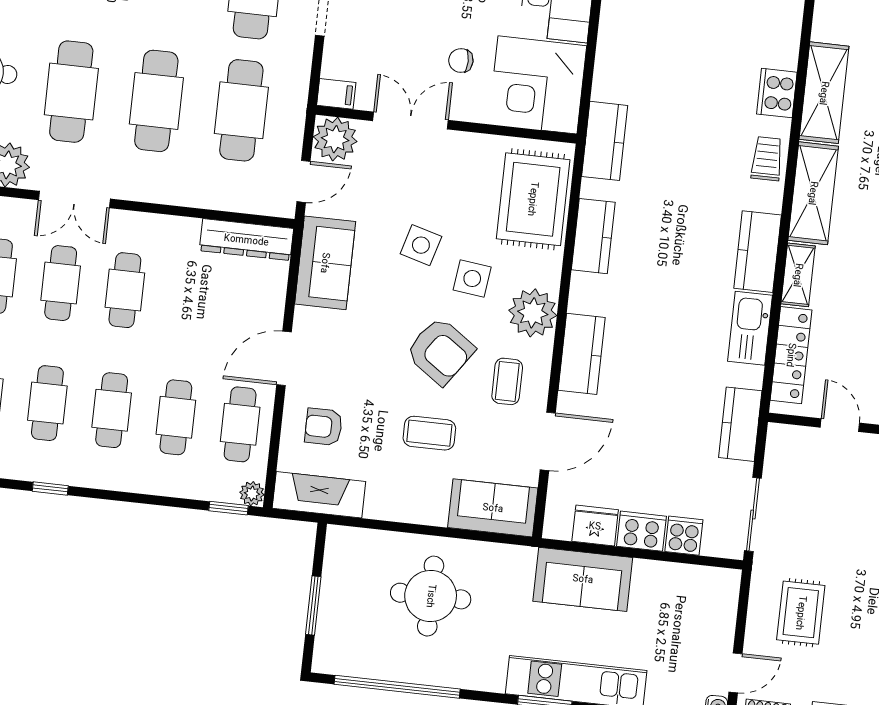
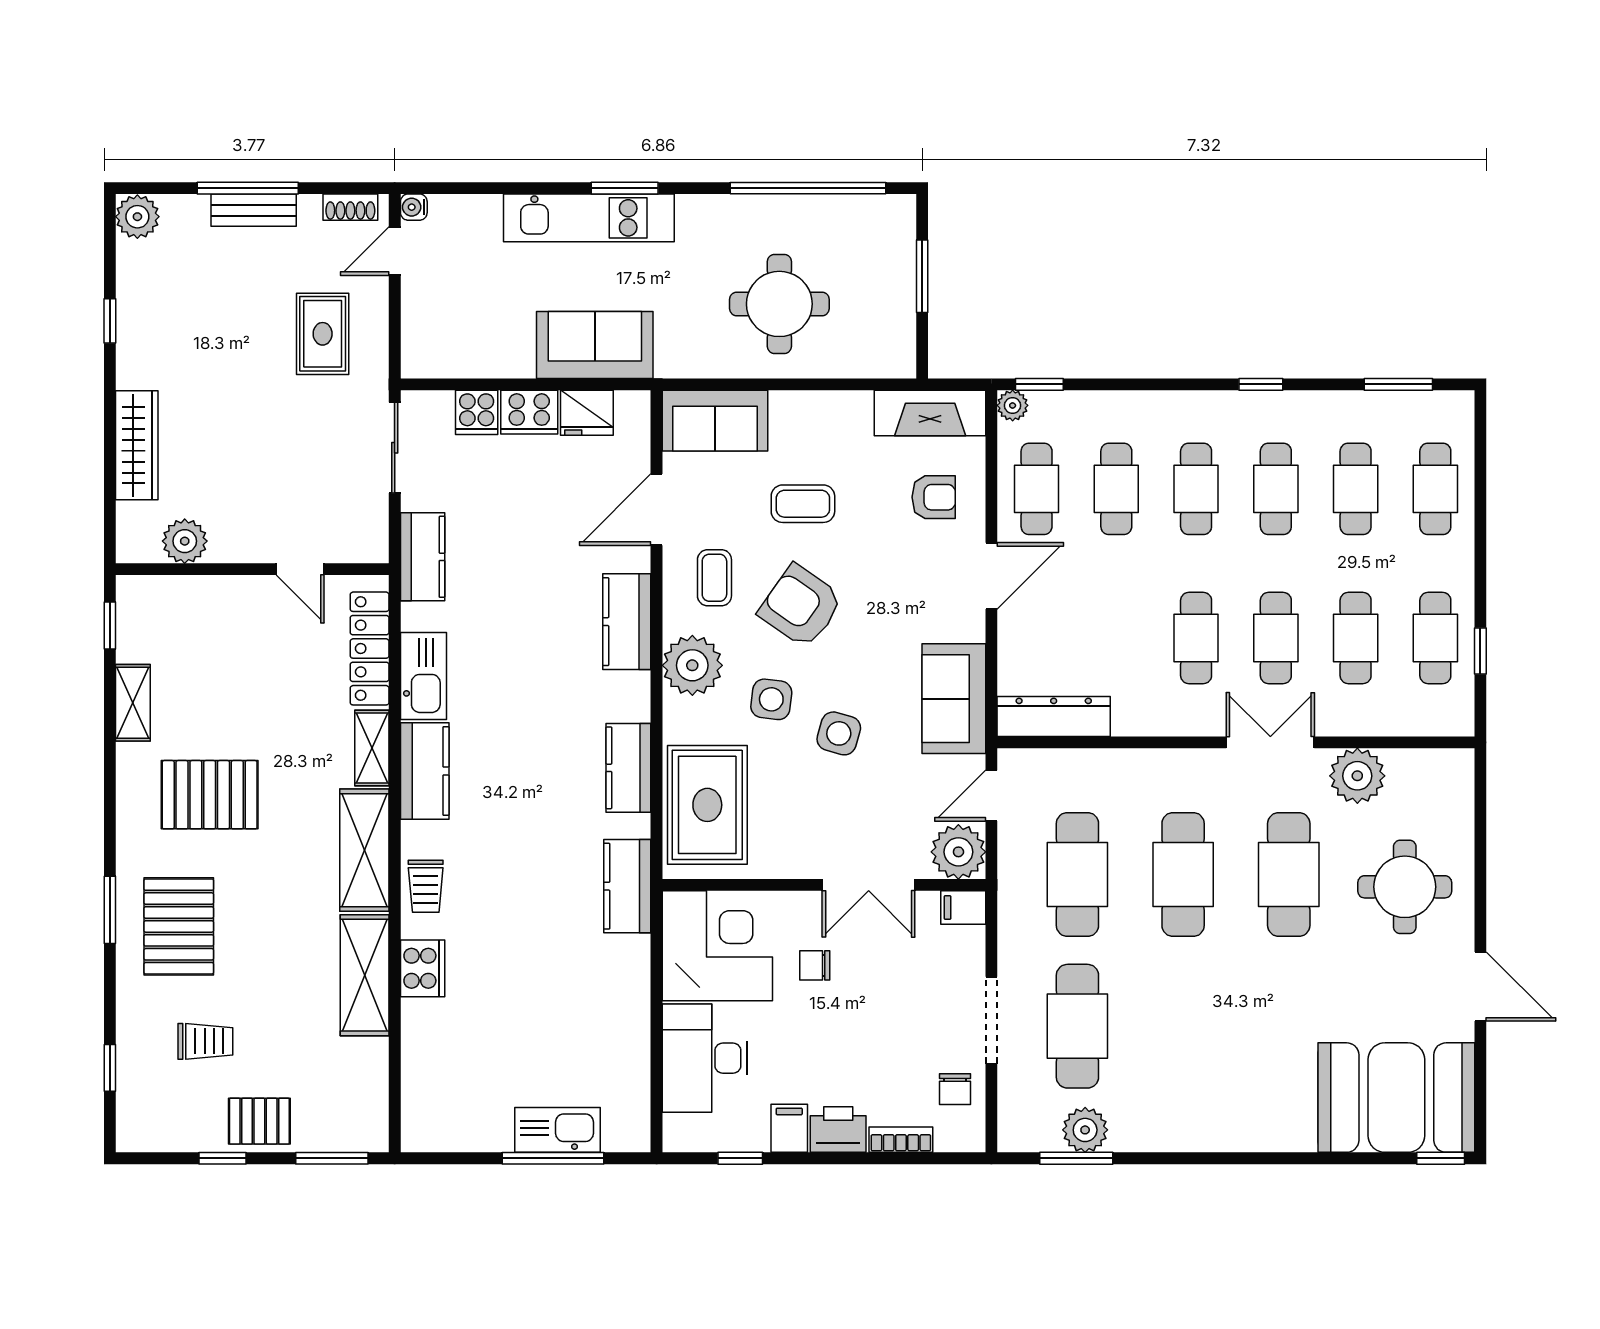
chair: (461, 61) -> (815, 965), turned 180

